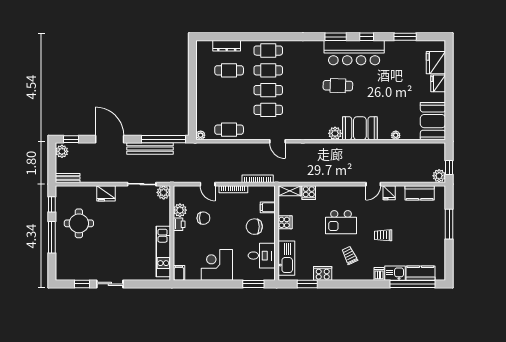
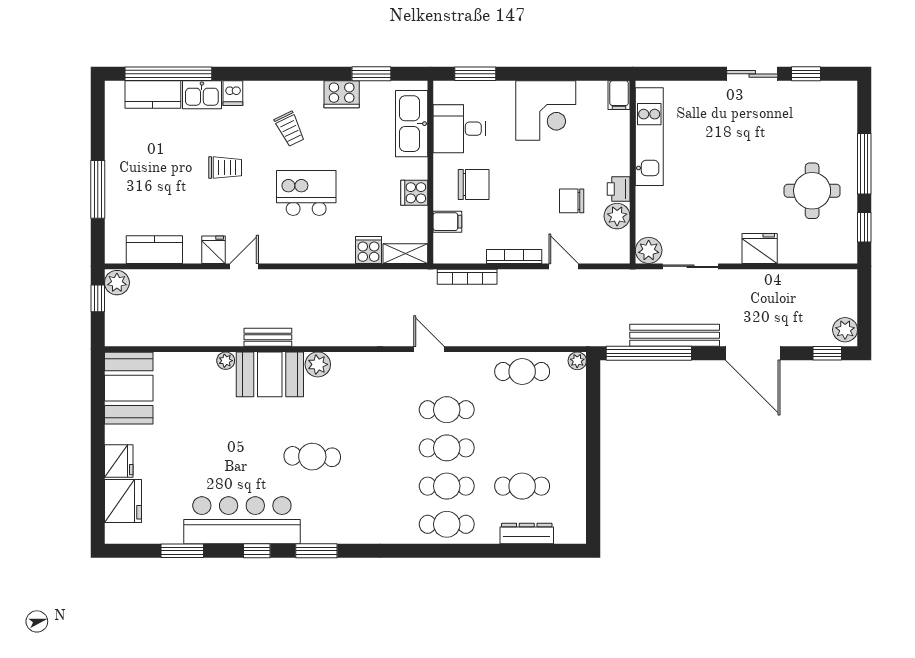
bar counter: (354, 53) -> (242, 520), moved
plant: (396, 135) -> (226, 361), moved
bench: (68, 178) -> (268, 337), moved

